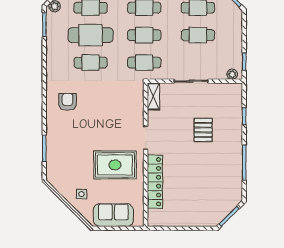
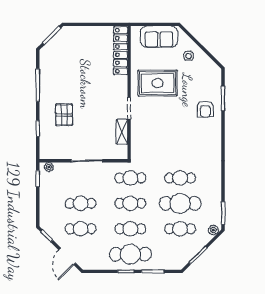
shelving: (153, 96) -> (122, 132), moved
armchair: (68, 102) -> (205, 109), moved
pallet: (203, 130) -> (64, 115), moved
locker: (155, 182) -> (121, 51), moved

